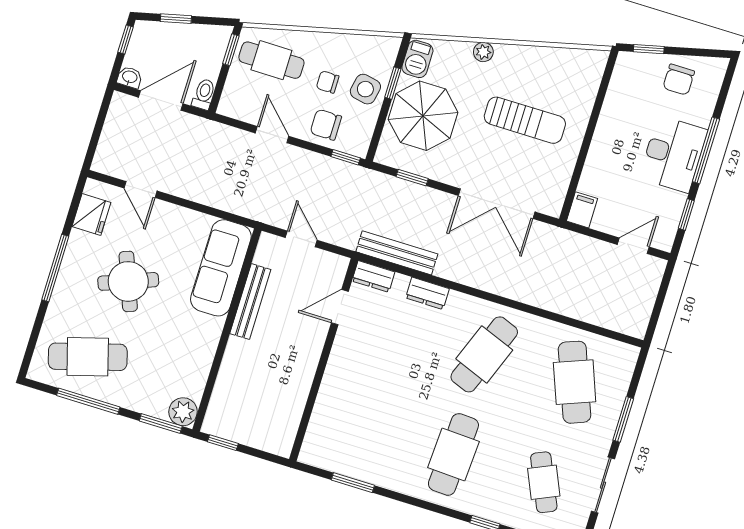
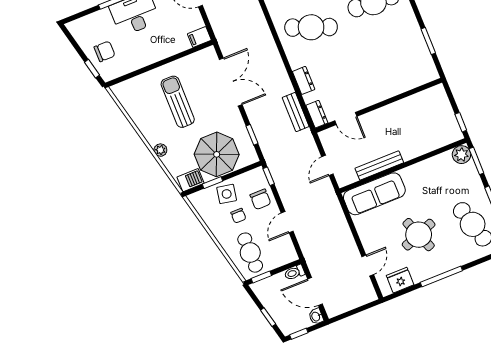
chair: (679, 80) -> (105, 51), moved
bench: (397, 253) -> (296, 112), width x0.73

